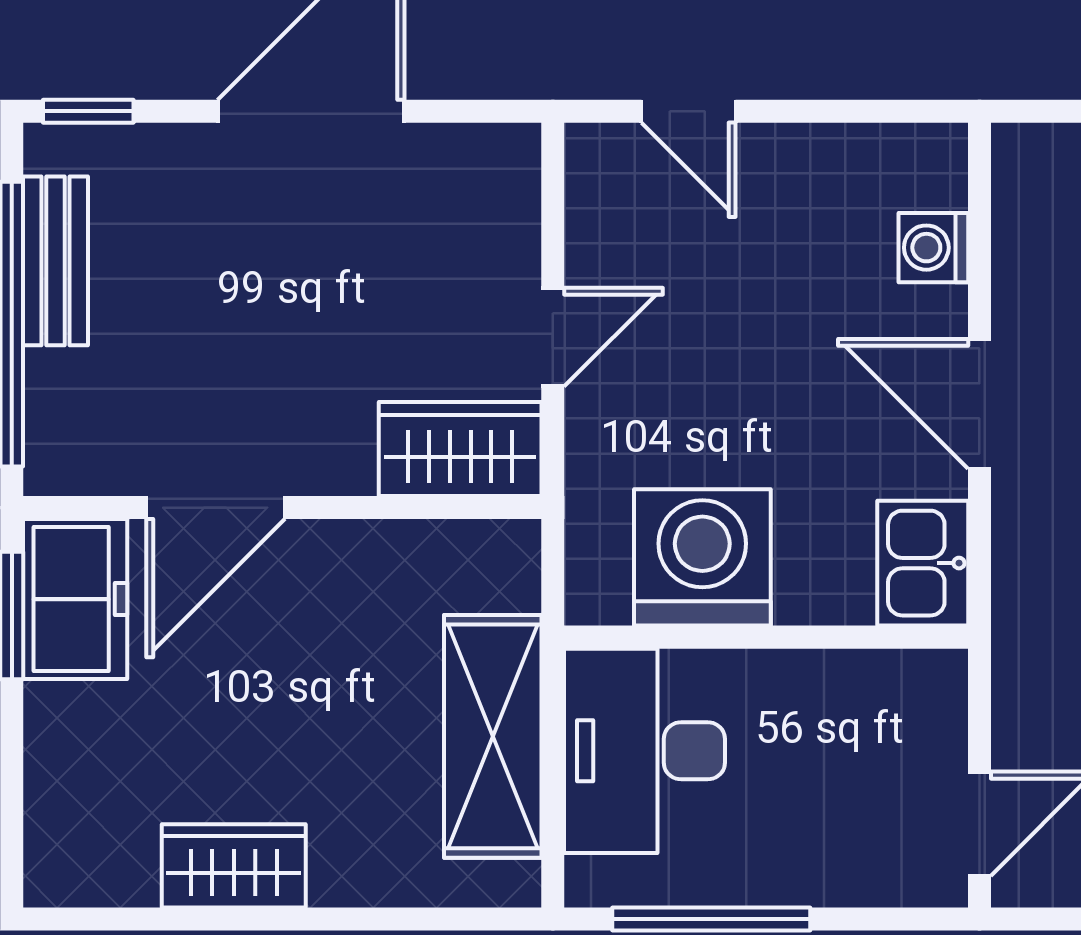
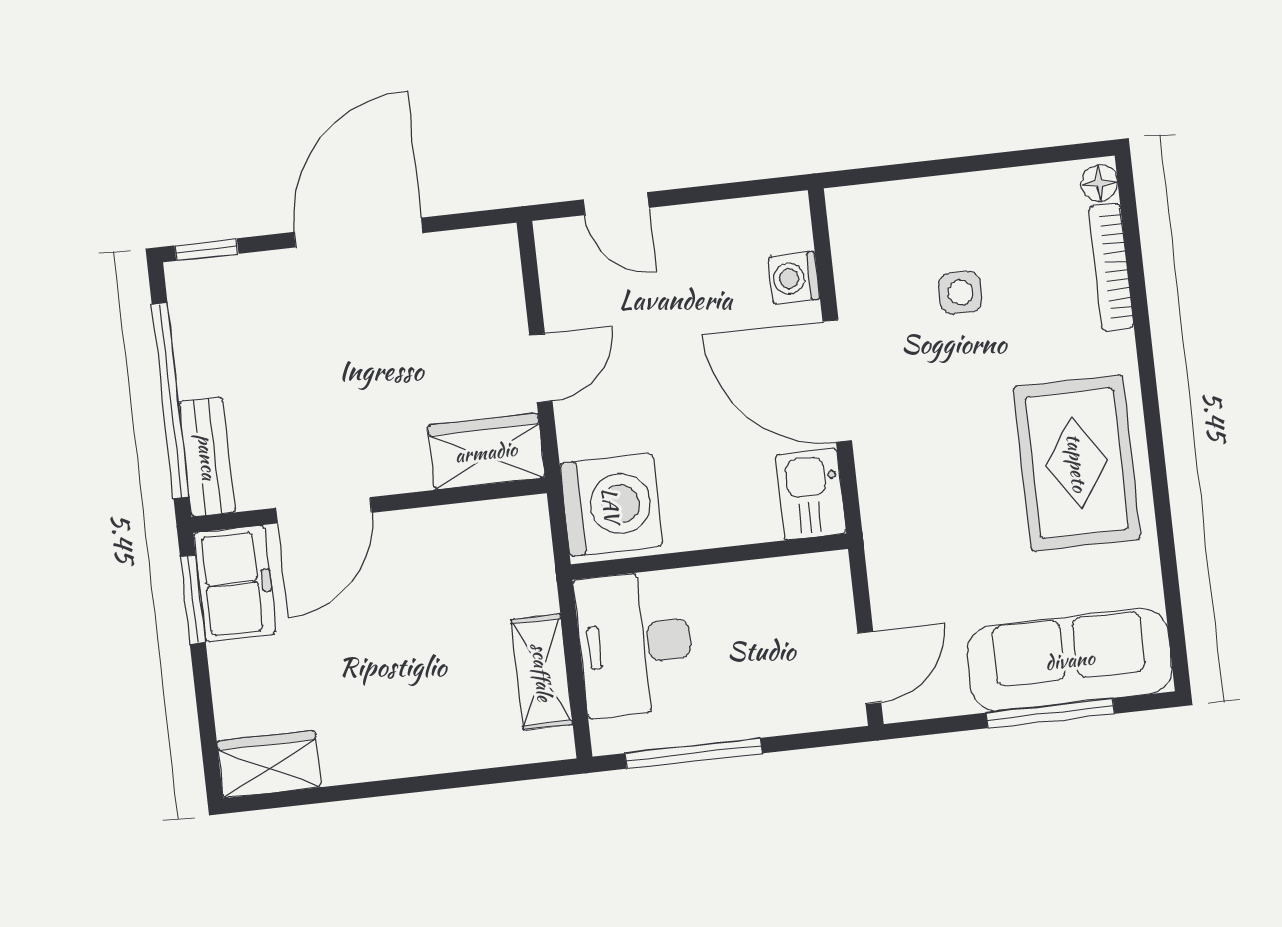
bench: (55, 261) -> (207, 457), moved
door: (979, 404) -> (837, 381), width x1.36
washing machine: (702, 557) -> (611, 505), moved, turned 90
shelving: (493, 736) -> (542, 672), width x0.67, depth x0.75
wardrobe: (234, 866) -> (269, 764), moved

